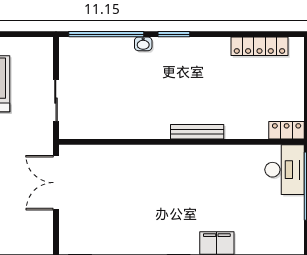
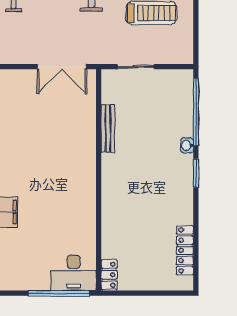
bench: (197, 132) -> (108, 128), moved
double door: (56, 183) -> (62, 67), swing flipped

